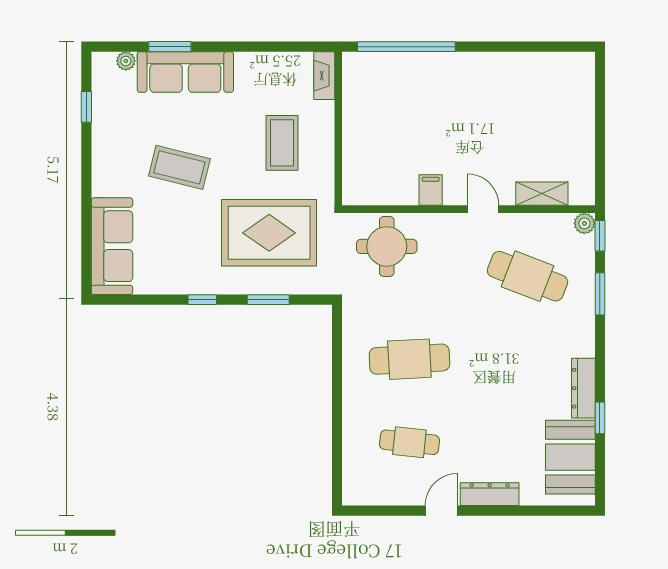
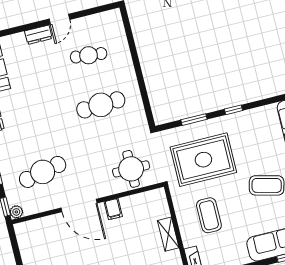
shelving: (542, 194) -> (168, 234), moved, turned 90
door: (483, 209) -> (79, 205), width x1.88
cafe table: (528, 276) -> (43, 172), turned -33
dresser: (490, 494) -> (38, 35), width x0.70

